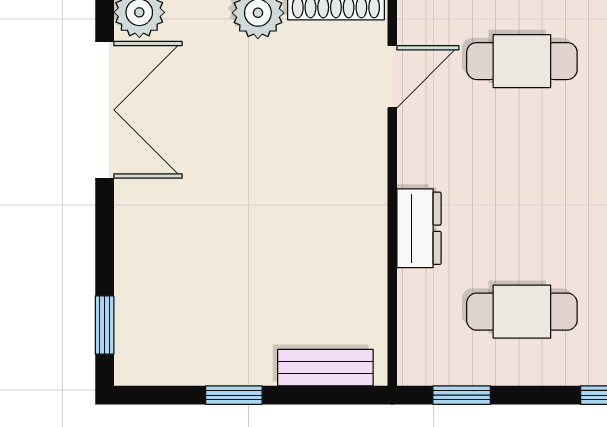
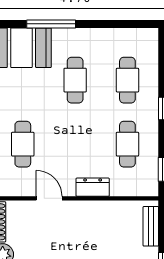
door: (392, 77) -> (49, 198), moved

